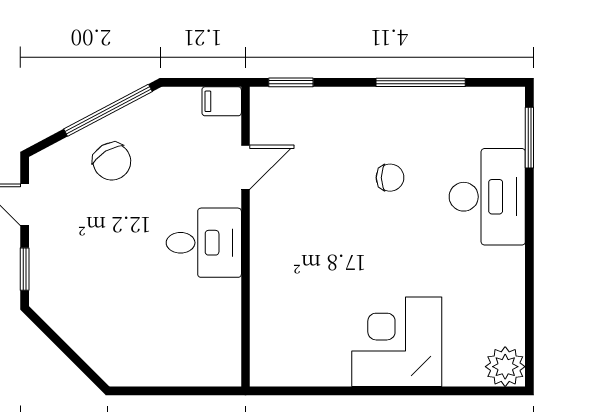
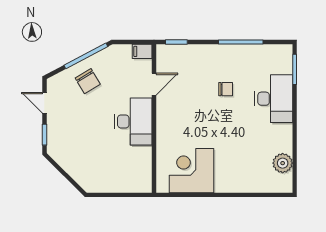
desk: (204, 243) -> (133, 121), width x1.37
corner desk: (397, 342) -> (192, 171), moved
plant: (505, 367) -> (283, 163), moved

